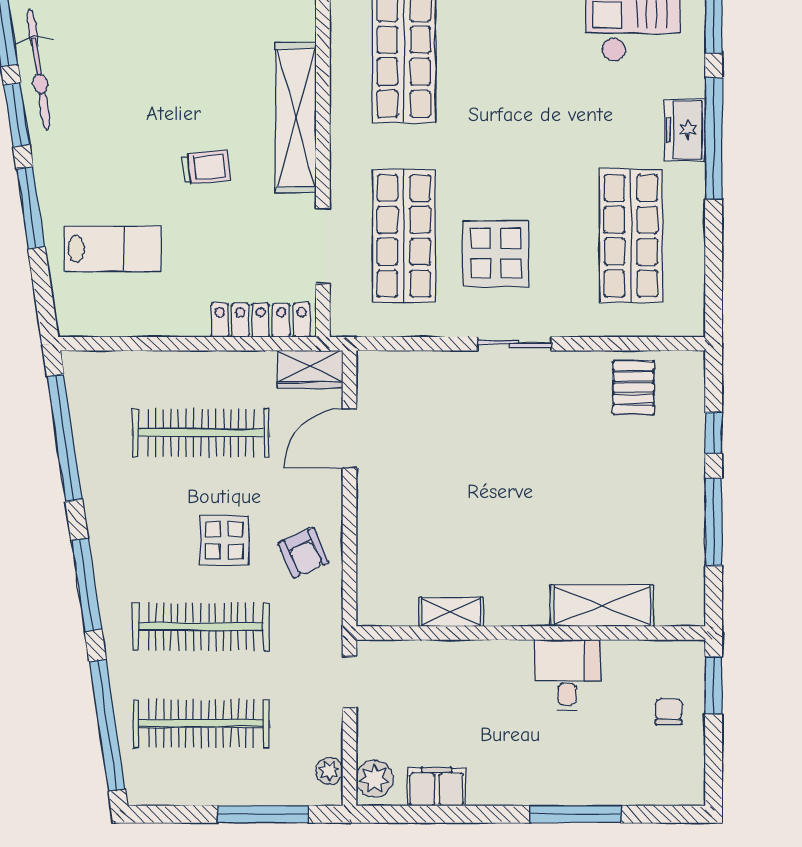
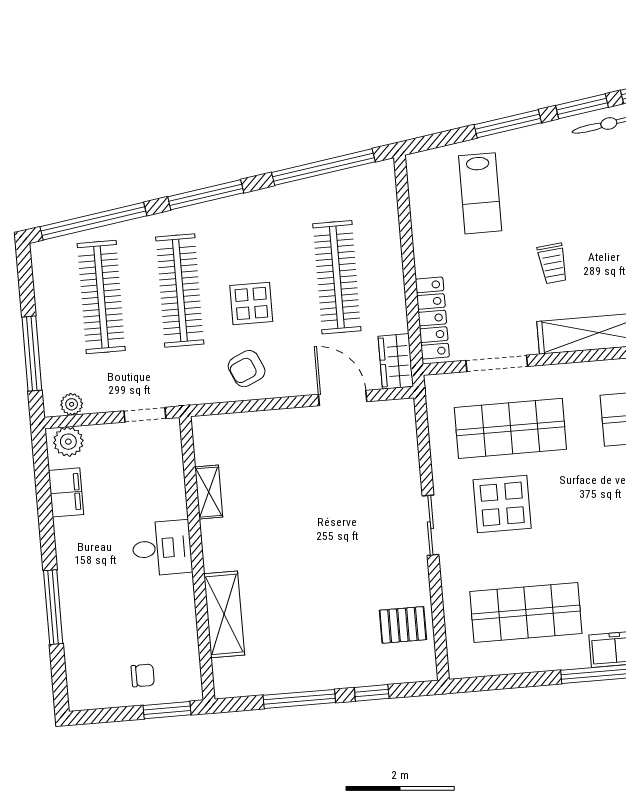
desk: (567, 675) -> (162, 548), moved

